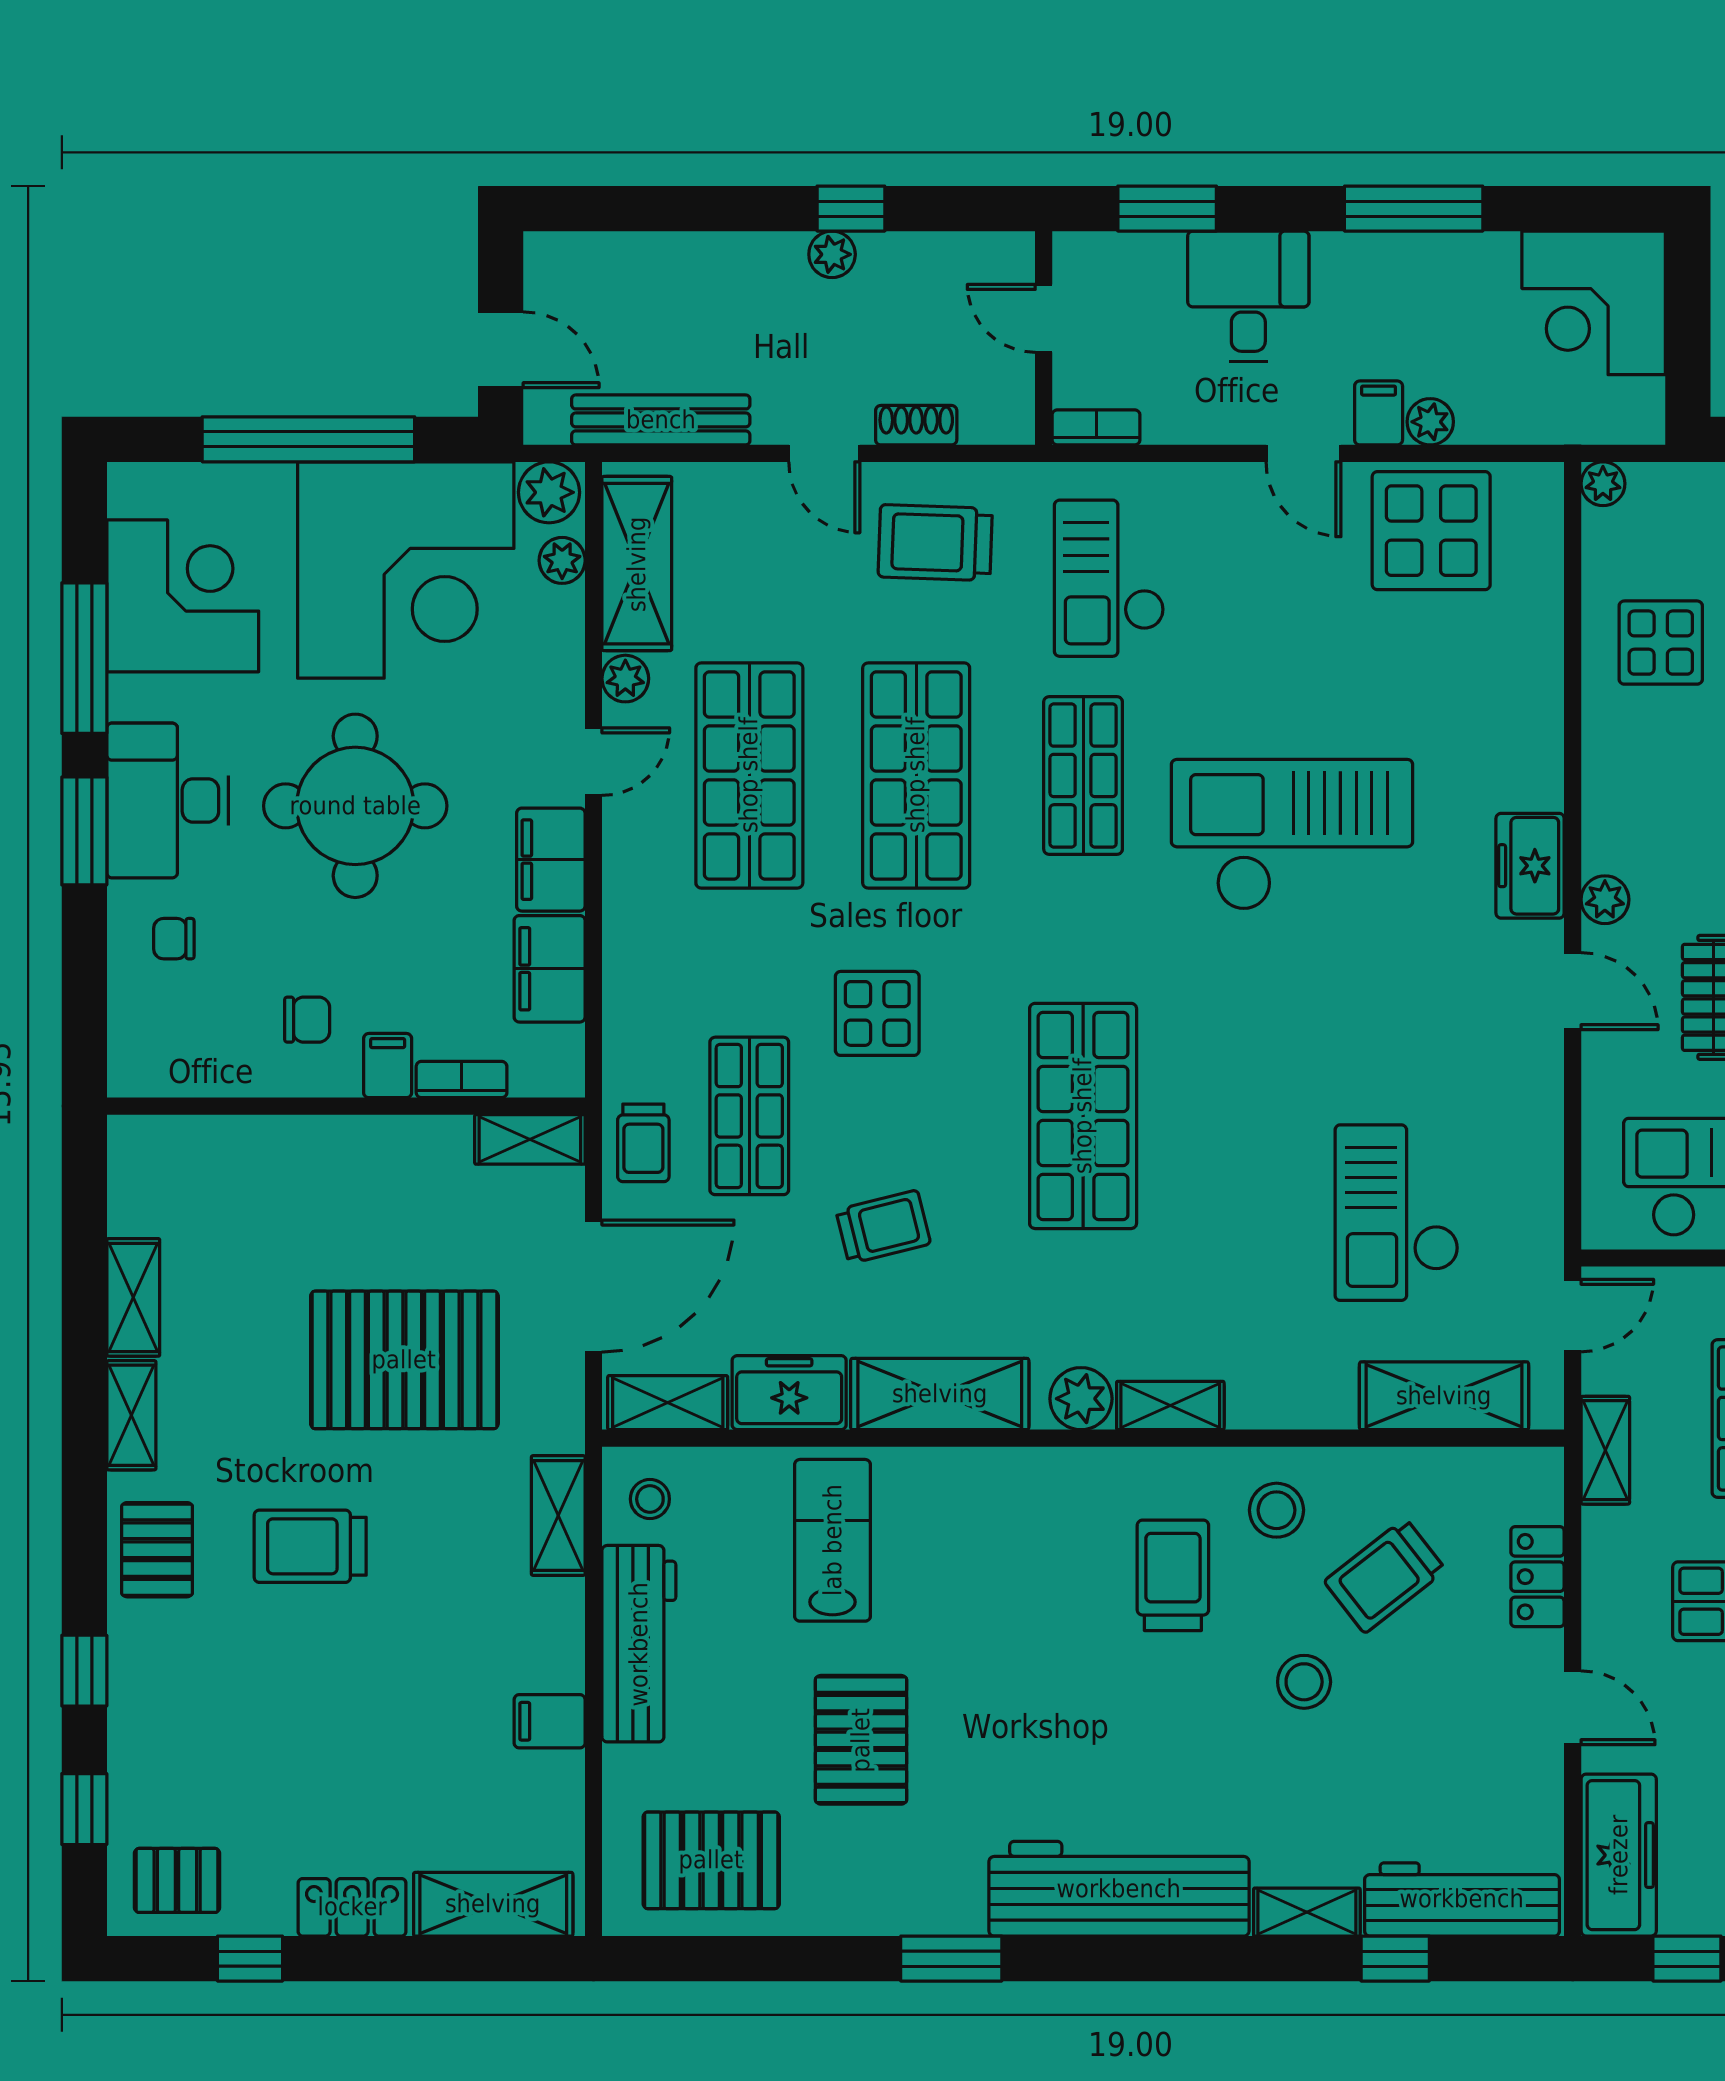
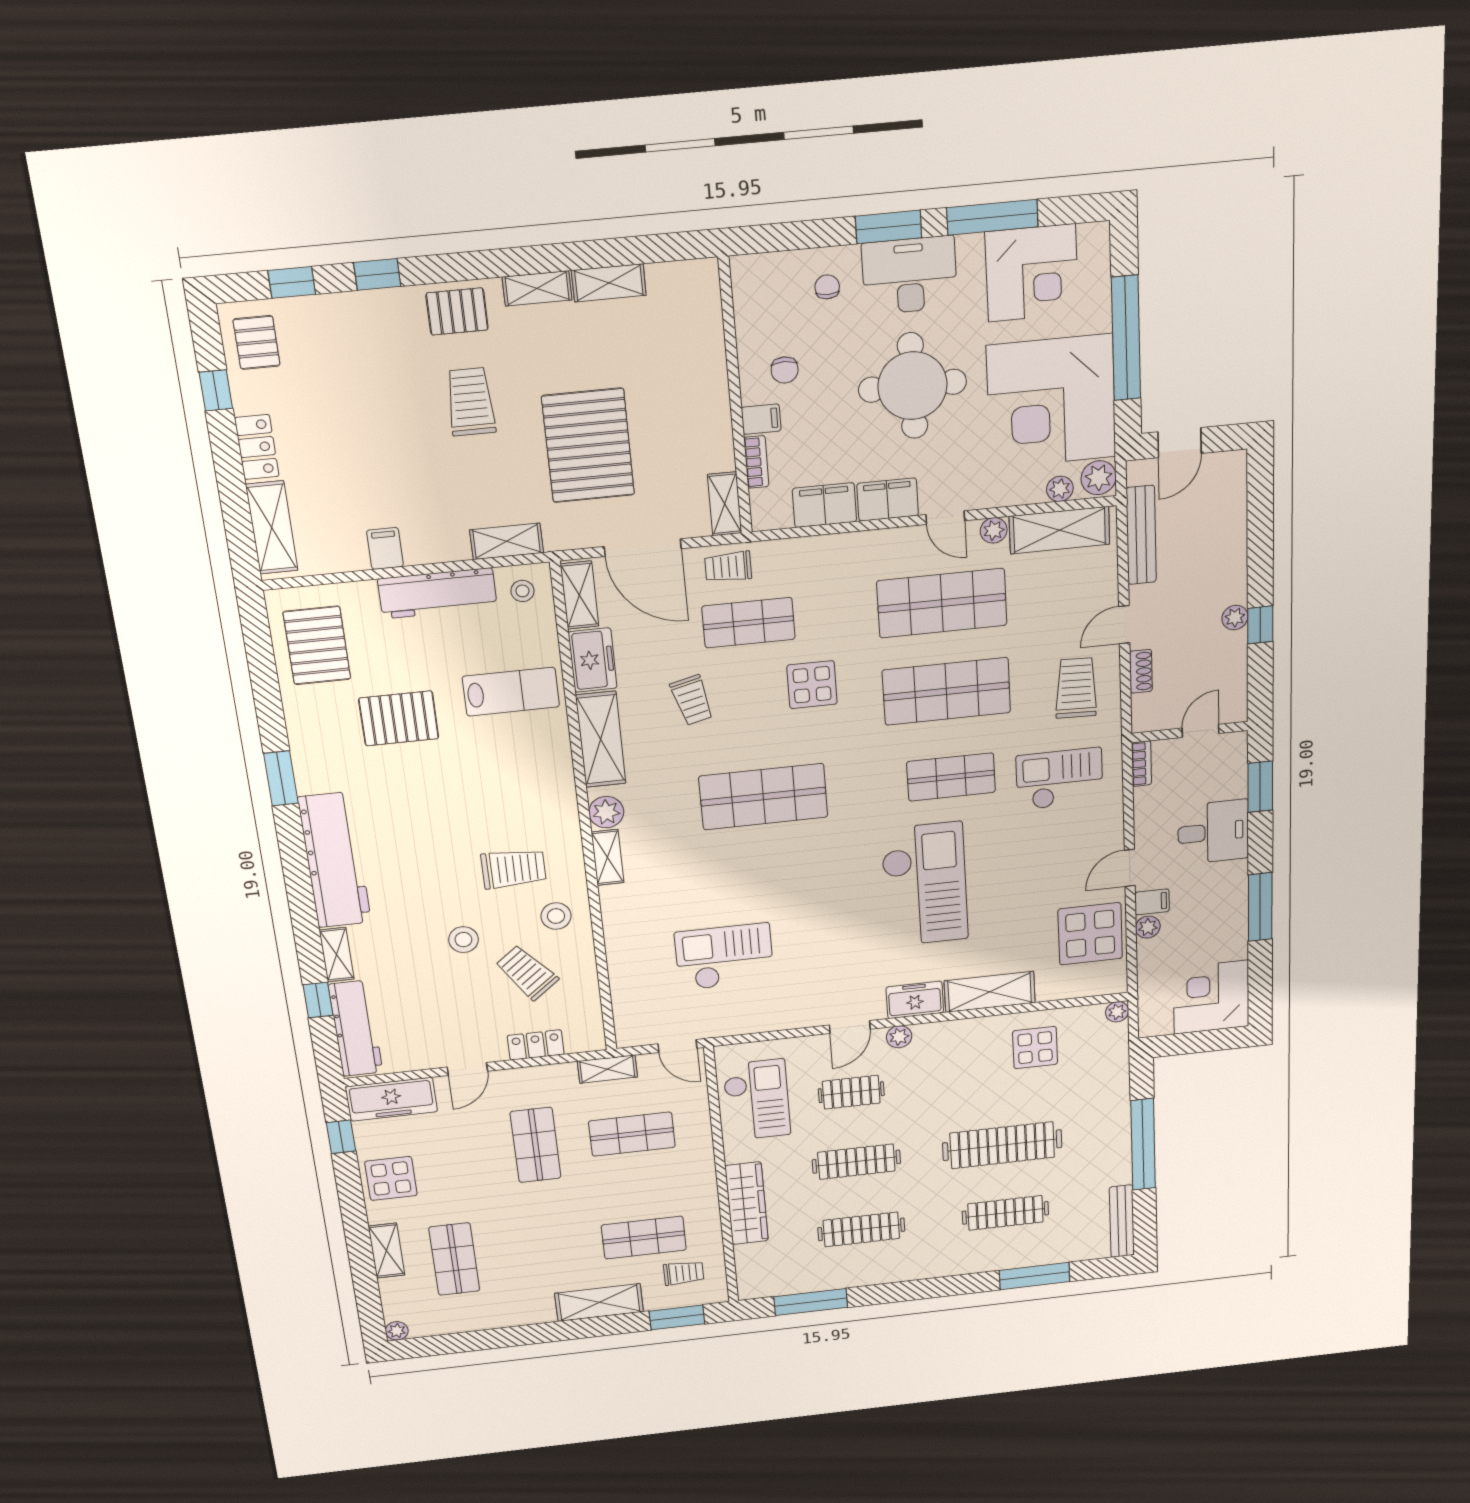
shelving: (1444, 1396) -> (990, 992), moved, turned 90

